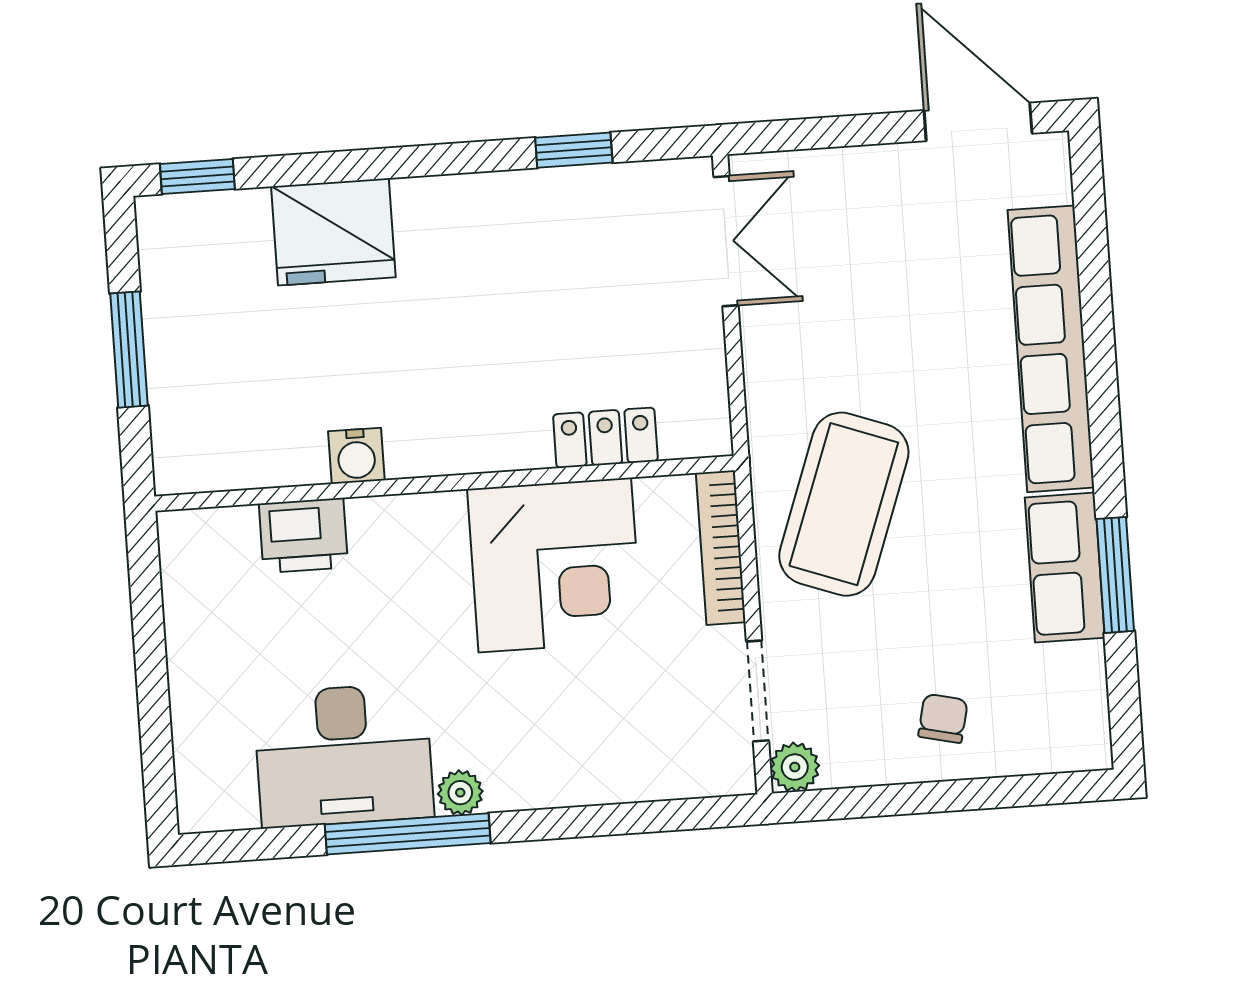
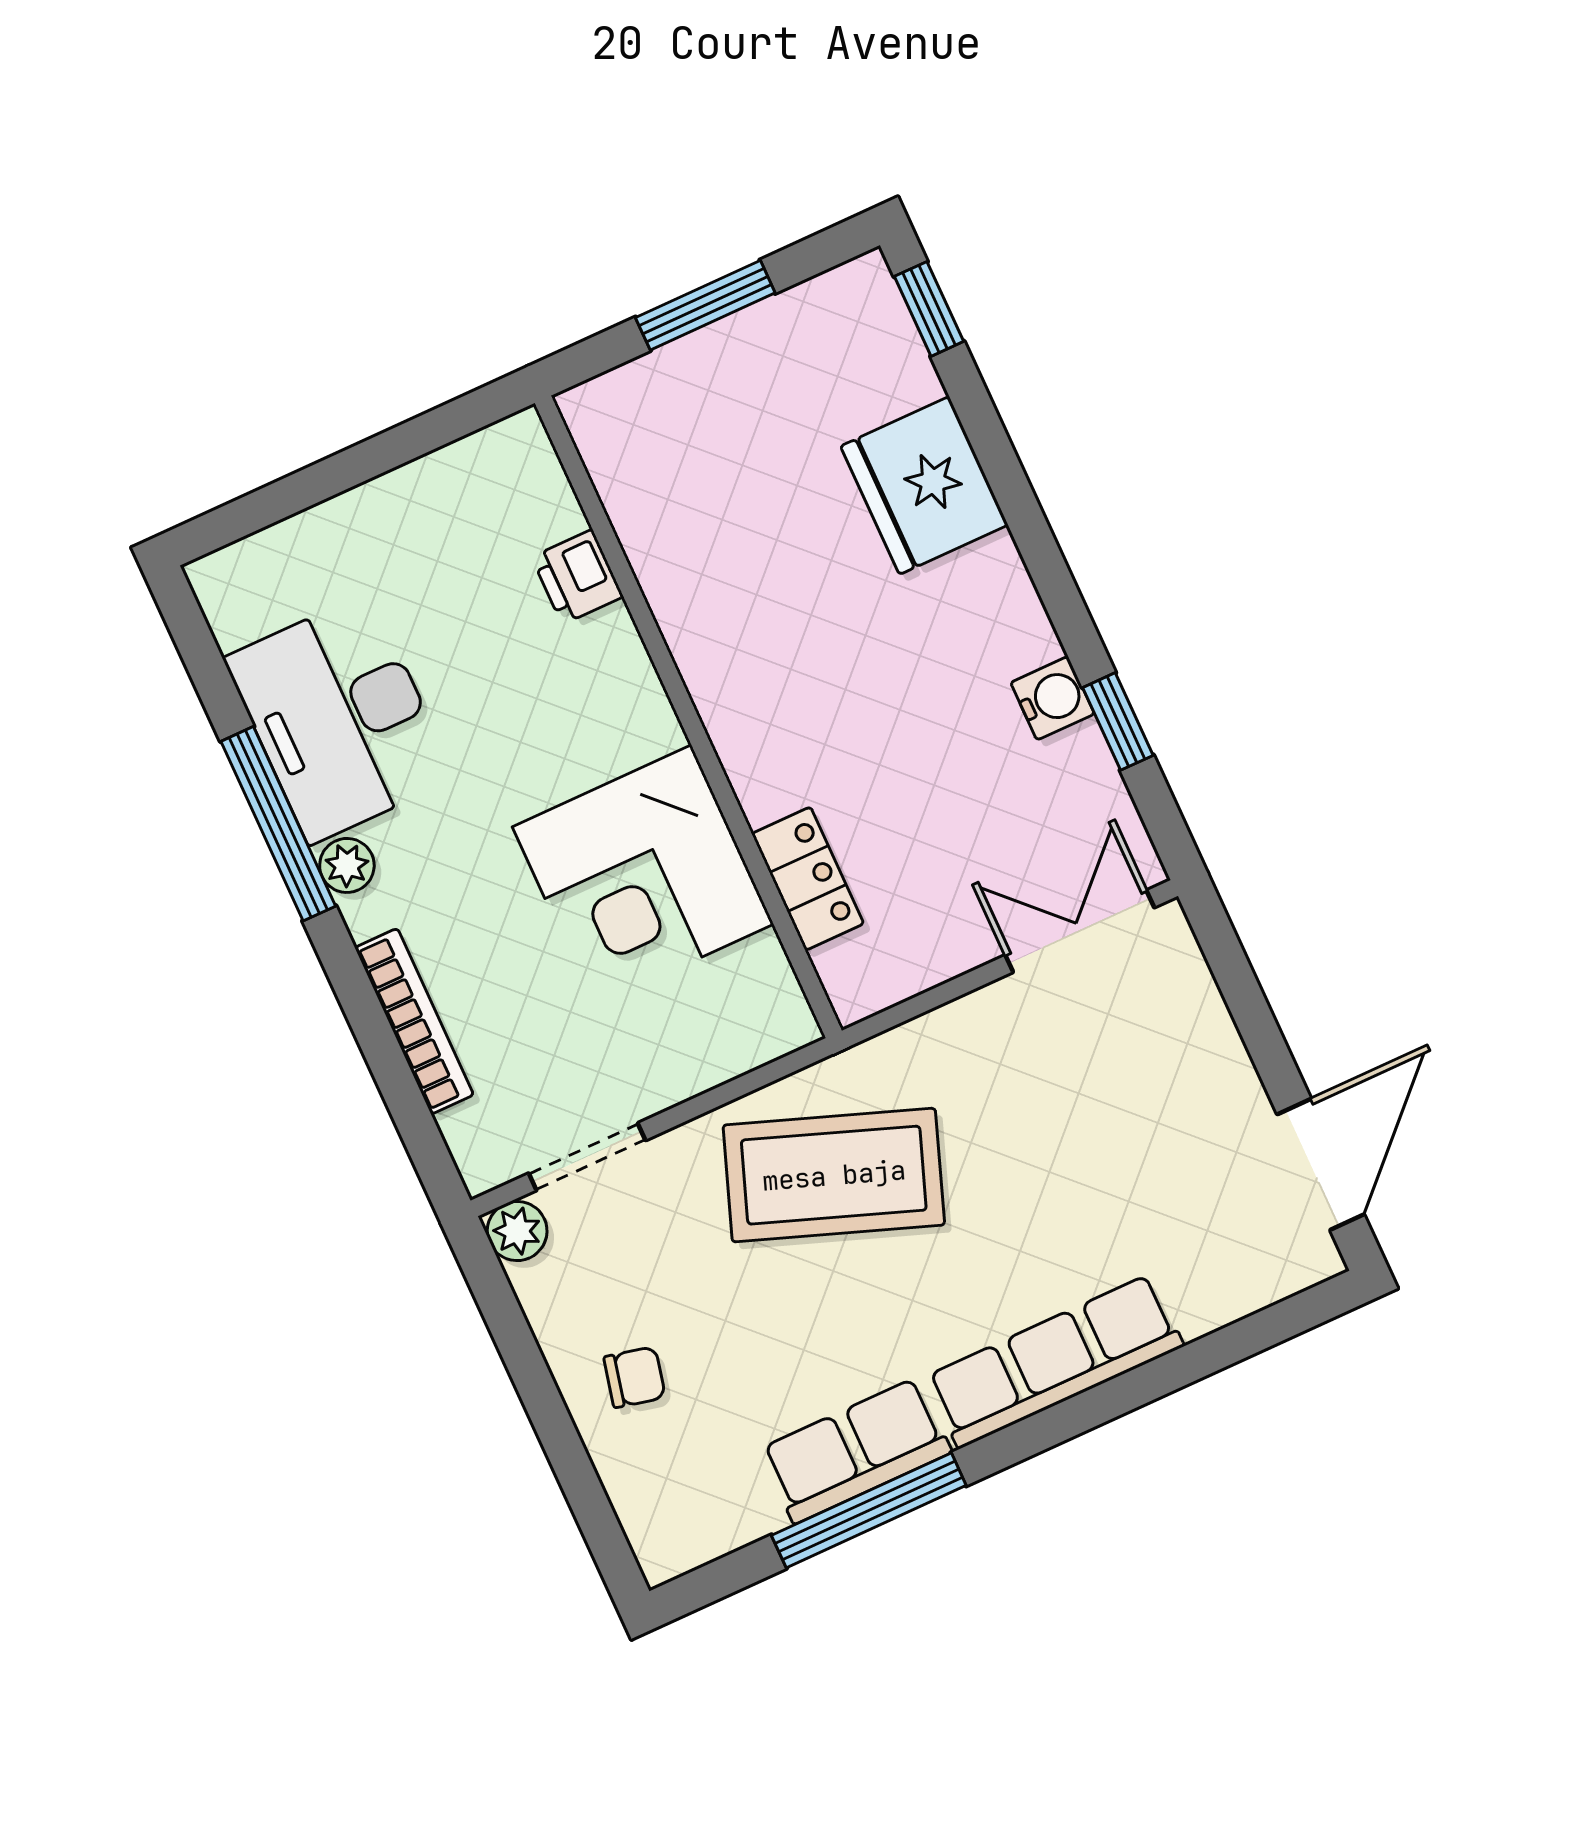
double door: (726, 241) -> (1080, 931), swing flipped
row of seats: (1051, 349) -> (1055, 1361), width x0.73
water cooler: (356, 456) -> (1053, 698), moved, turned 180
printer: (303, 535) -> (577, 577), width x0.73, depth x0.81
bookcase: (721, 548) -> (414, 1021), moved, turned 90
window: (1115, 575) -> (869, 1510), width x1.44

